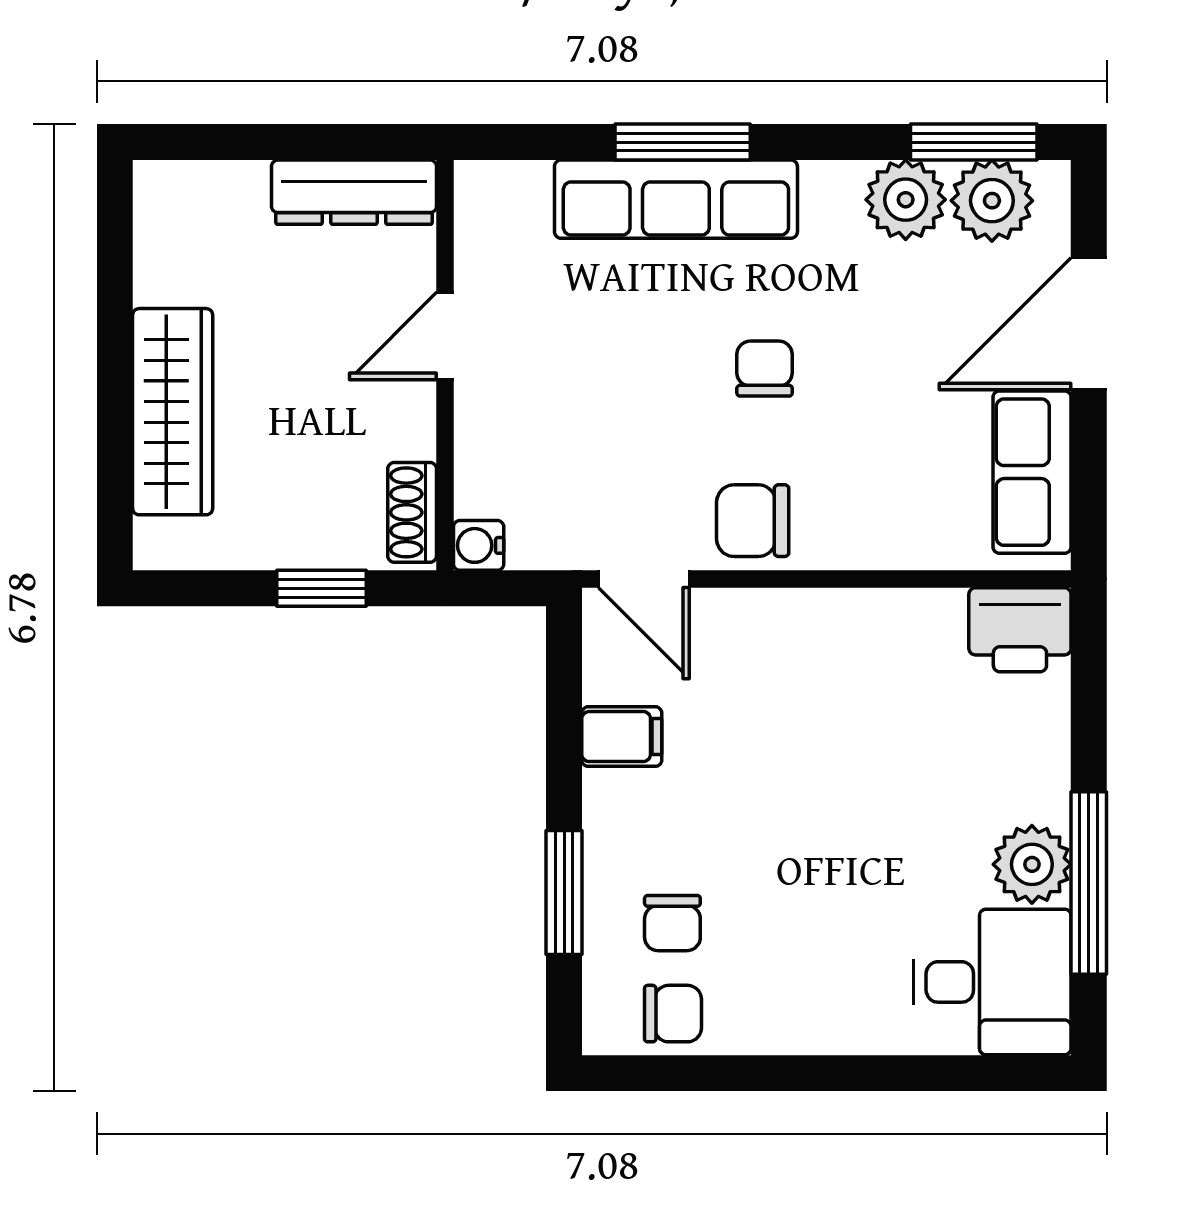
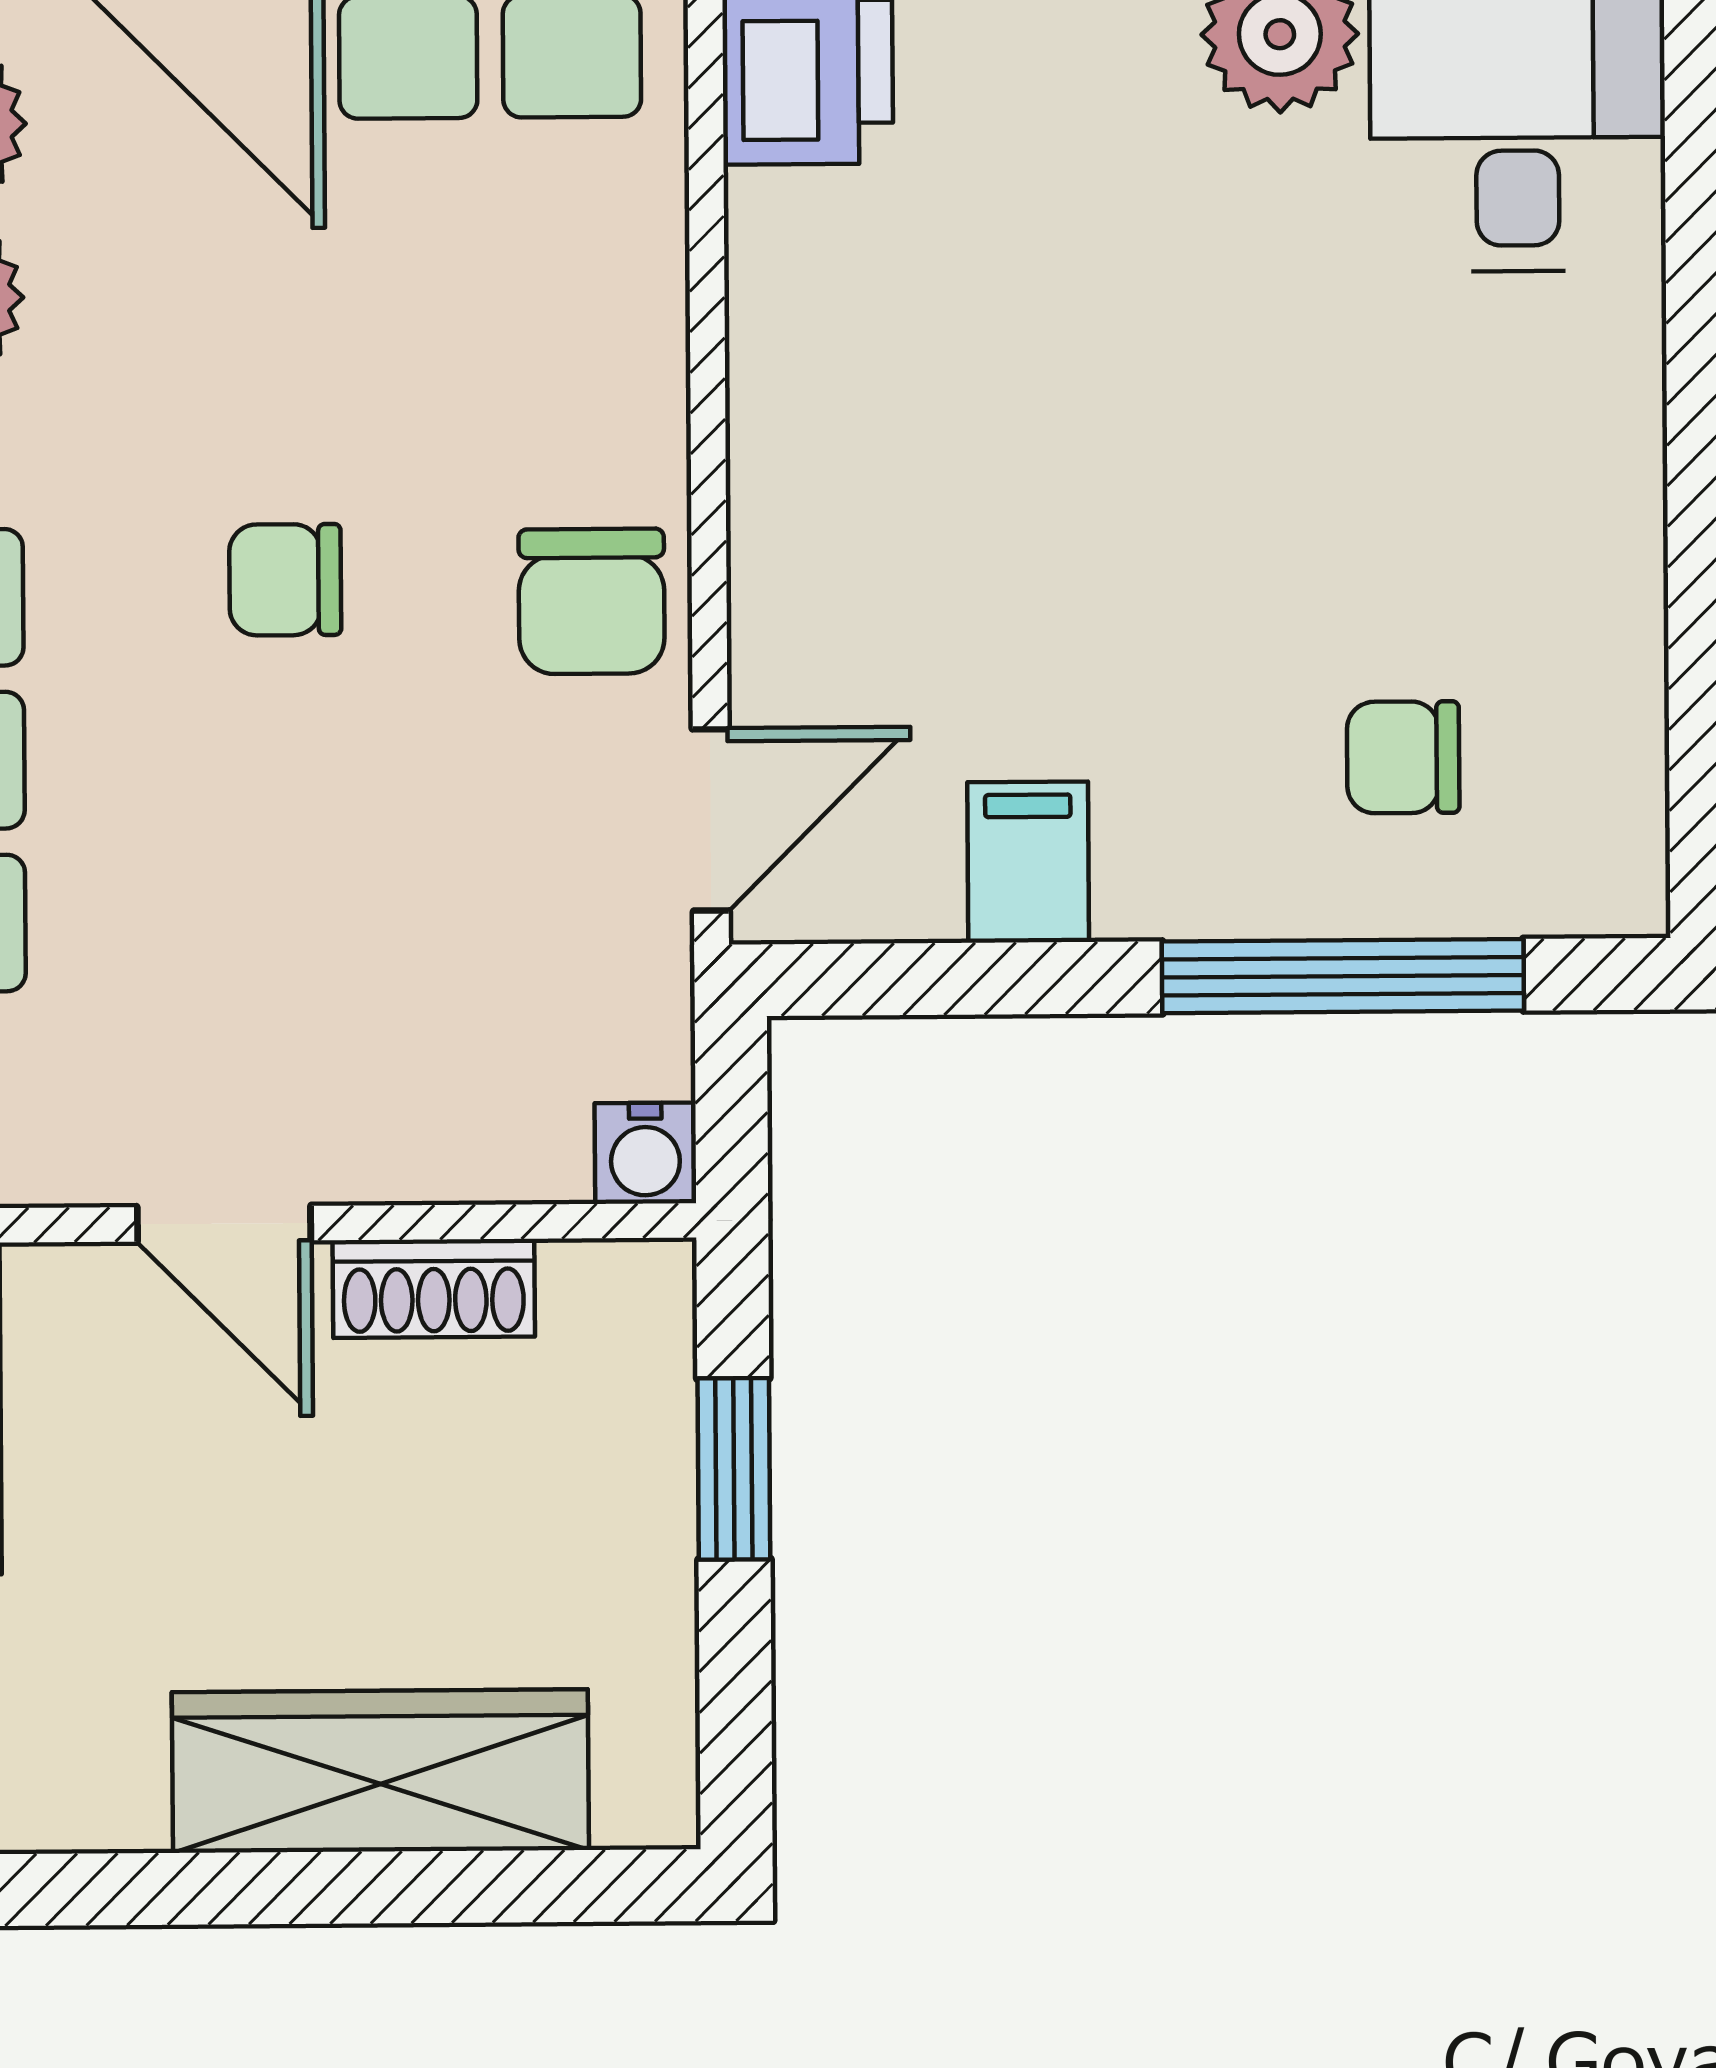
shoe rack: (412, 512) -> (434, 1288), moved
window: (564, 892) -> (1343, 976), width x1.44
chair: (672, 923) -> (1403, 757), turned 180
chair: (673, 1014) -> (1585, 755), removed

